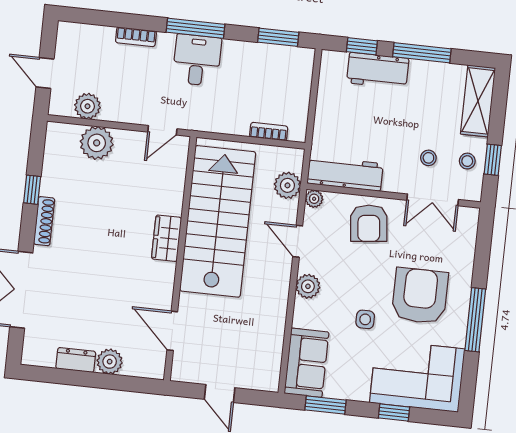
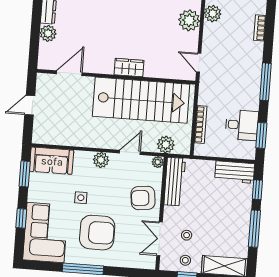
bookcase: (136, 37) -> (260, 28), moved
desk: (197, 60) -> (242, 125), moved
workbench: (378, 71) -> (235, 172), moved, turned -90
bookcase: (269, 132) -> (201, 124), width x1.56

